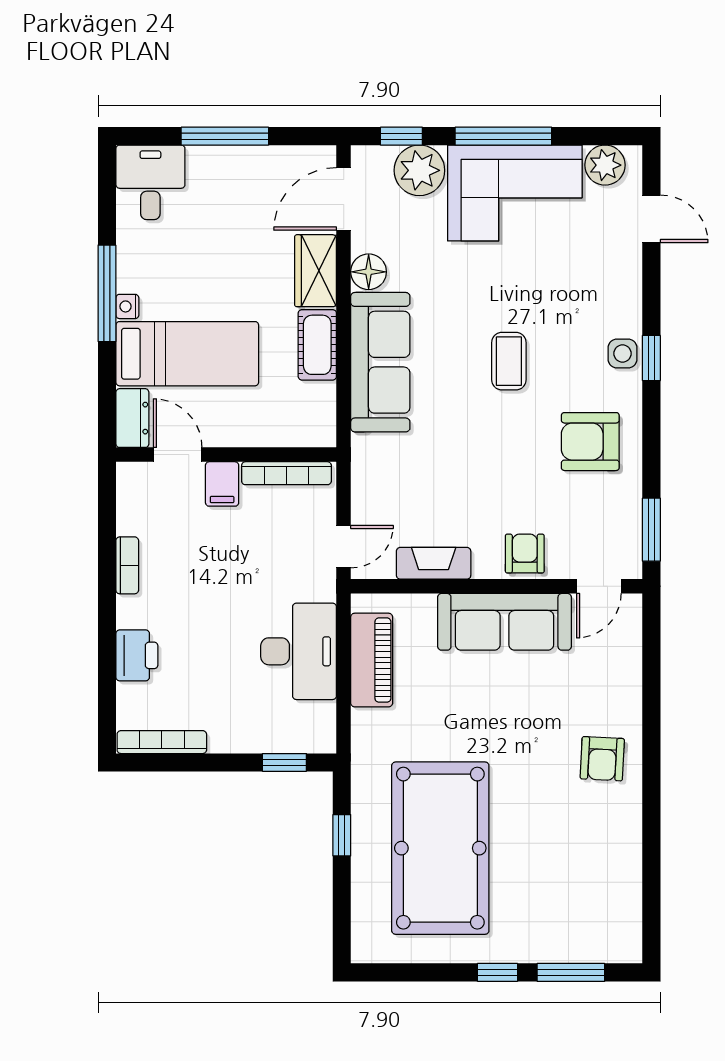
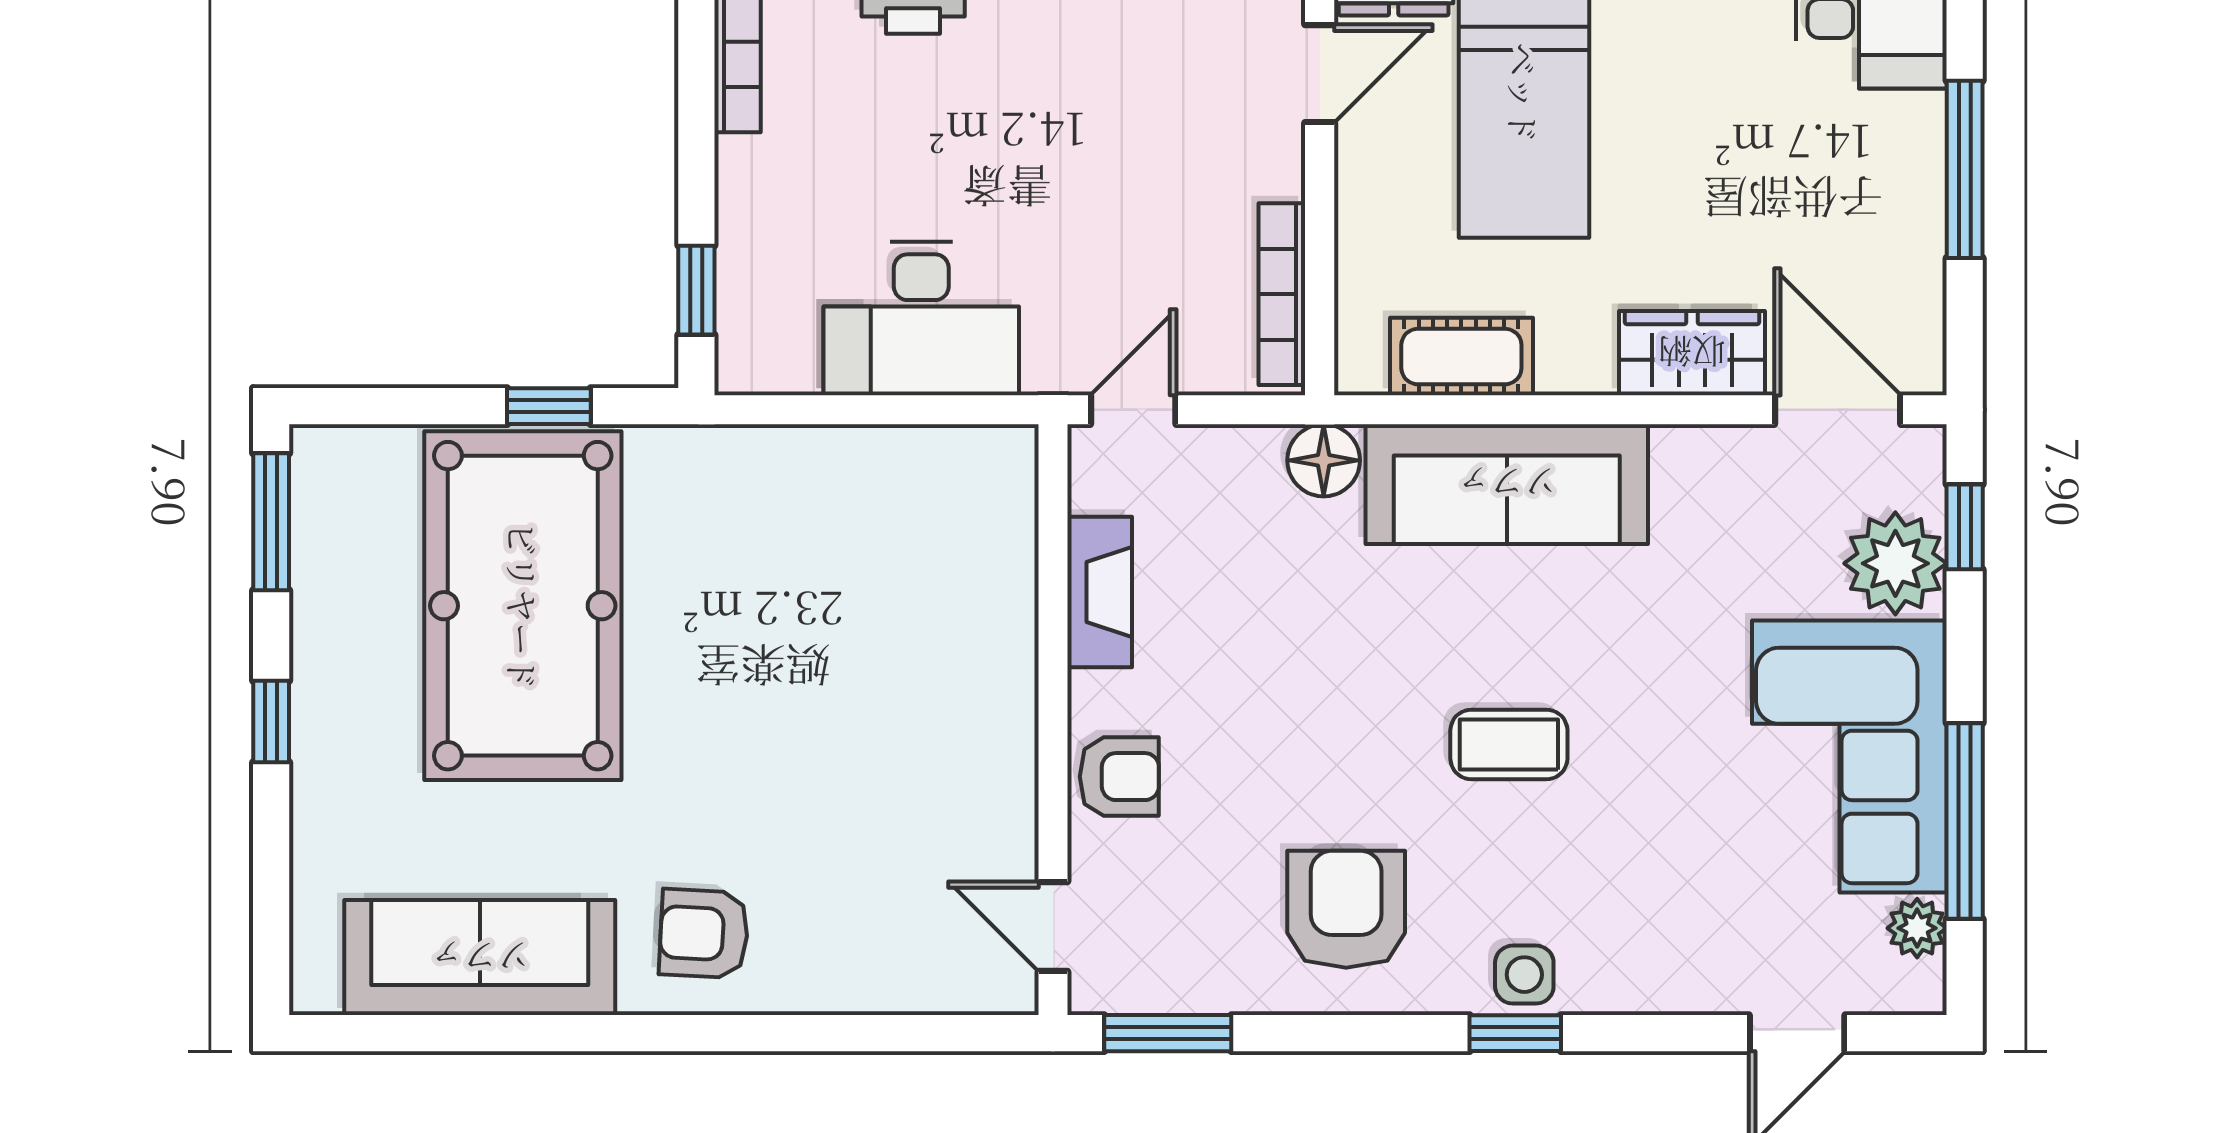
window: (503, 136) -> (1965, 821), moved
plant: (605, 165) -> (1917, 928), width x0.73, depth x0.73
floor lamp: (369, 272) -> (1324, 460), moved
cot: (317, 345) -> (1461, 357), moved
filing cabinet: (222, 484) -> (1260, 164), removed
door: (344, 547) -> (1133, 410), swing flipped
sofa: (504, 622) -> (480, 958), moved, turned 90
piano: (372, 660) -> (904, 467), removed
pool table: (440, 848) -> (523, 606), turned 90
window: (571, 972) -> (271, 522), moved

